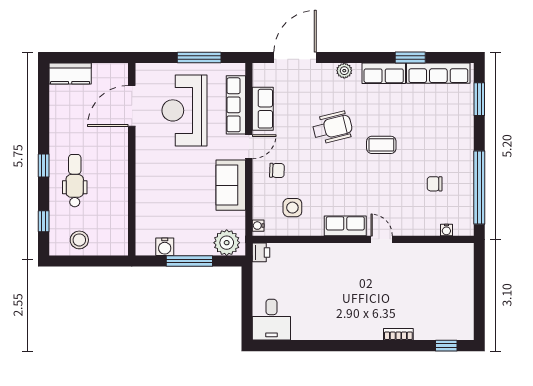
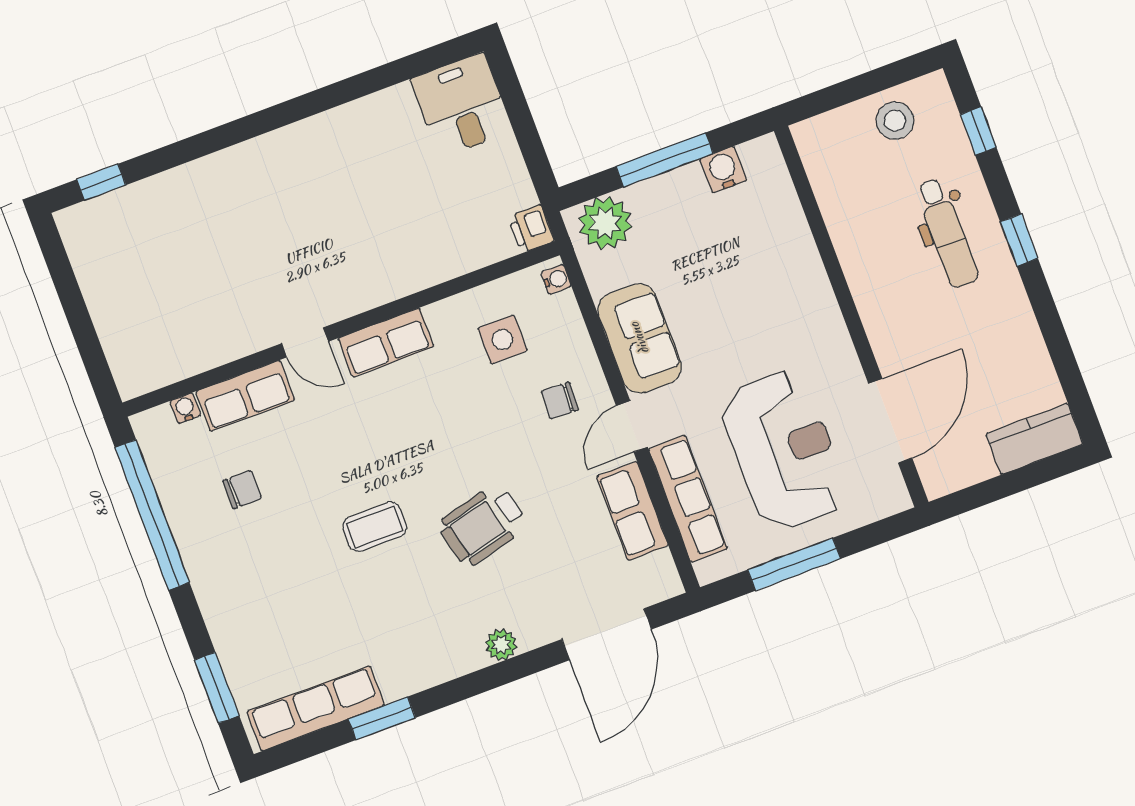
row of seats: (384, 73) -> (245, 396), moved, turned 180
bookcase: (398, 334) -> (203, 169), removed

